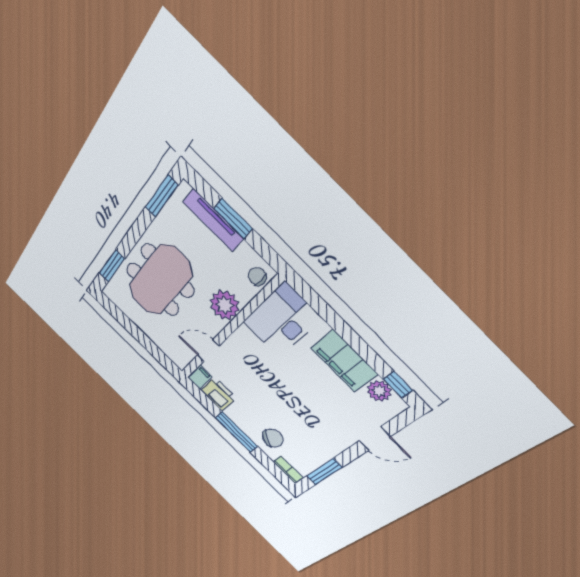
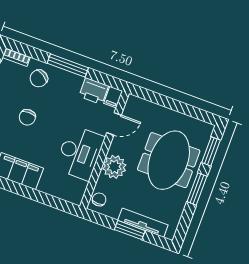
window: (161, 196) -> (197, 189), moved
chair: (257, 276) -> (99, 199), turned -90
desk: (282, 320) -> (80, 153), moved
chair: (304, 410) -> (27, 117), added

